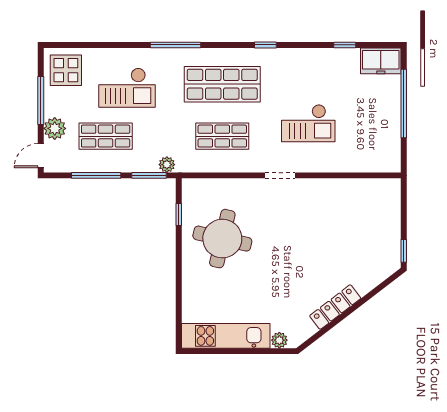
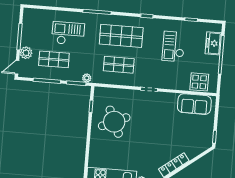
freezer: (381, 61) -> (213, 43), moved, turned 90
display table: (66, 70) -> (199, 82), moved
checkout: (127, 88) -> (68, 33), turned 180
checkout: (308, 123) -> (174, 47), moved, turned 90
sofa: (363, 195) -> (194, 104), added
round table: (222, 239) -> (114, 122), turned -37

